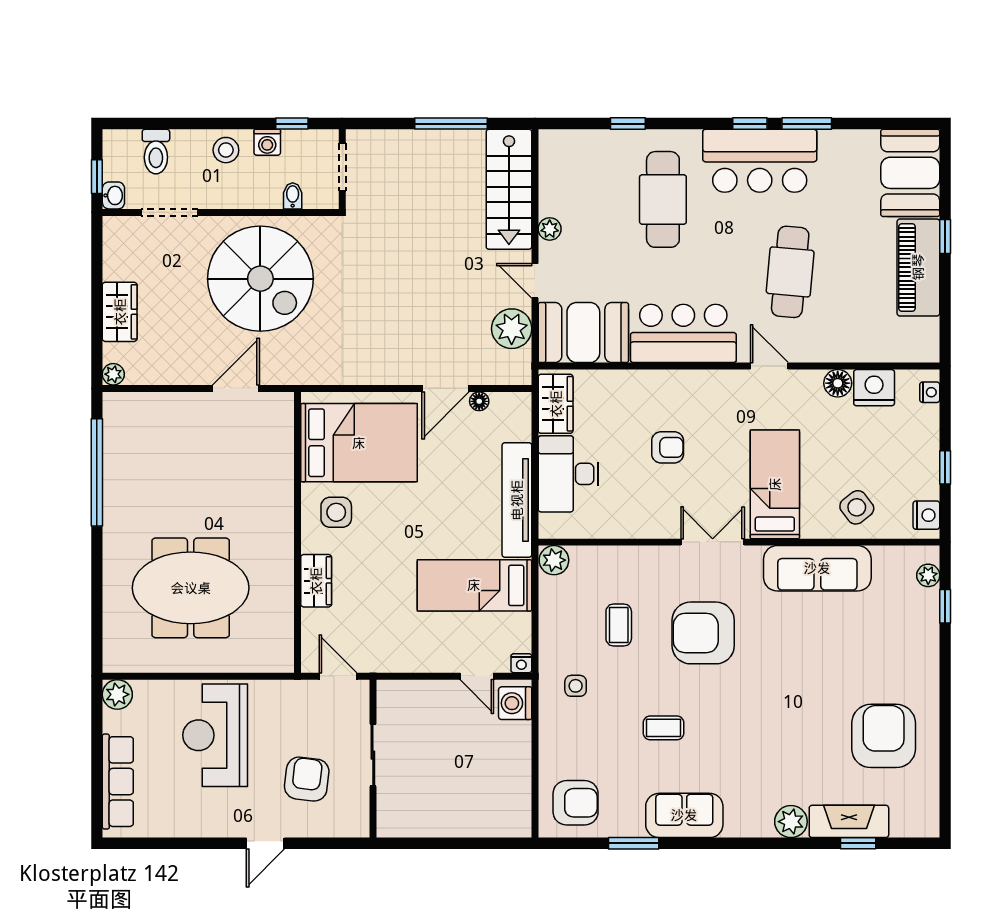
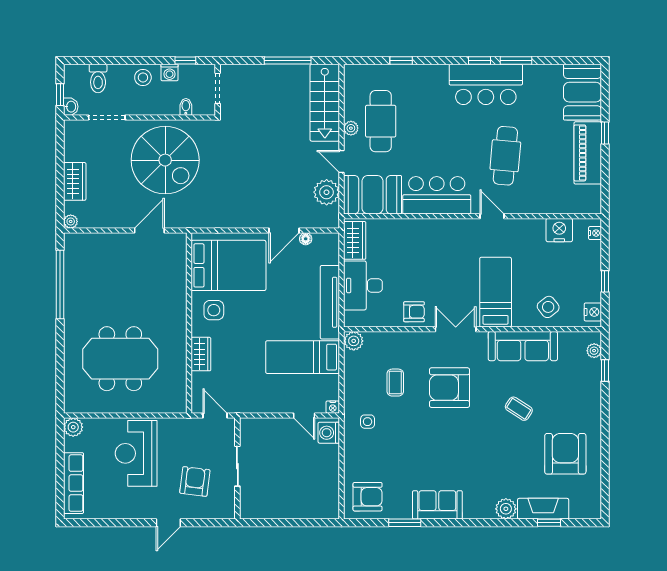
cafe table: (663, 199) -> (381, 121), moved
floor lamp: (838, 383) -> (536, 227), removed
armchair: (668, 447) -> (414, 312), moved
coffee table: (664, 728) -> (519, 409), moved, turned 33

